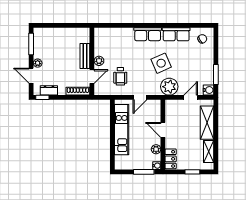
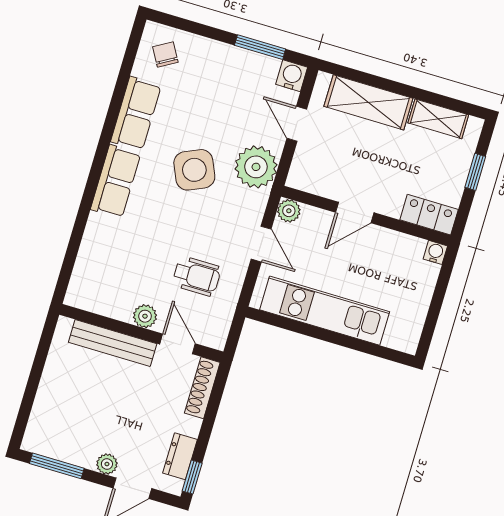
bench: (85, 56) -> (113, 343), width x1.36
plant: (156, 149) -> (289, 211), moved
window: (144, 172) -> (441, 288), removed

